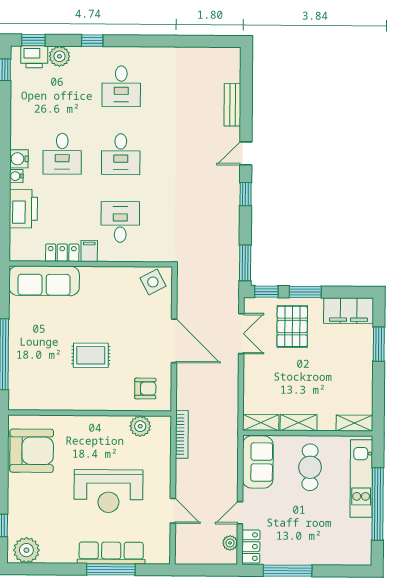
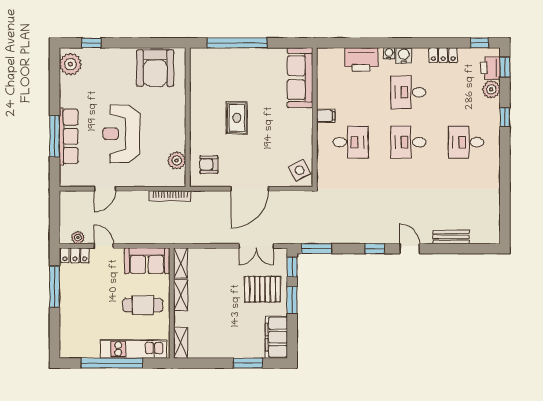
locker: (62, 253) -> (443, 55), moved, turned 90
armchair: (145, 389) -> (209, 165), turned 90

